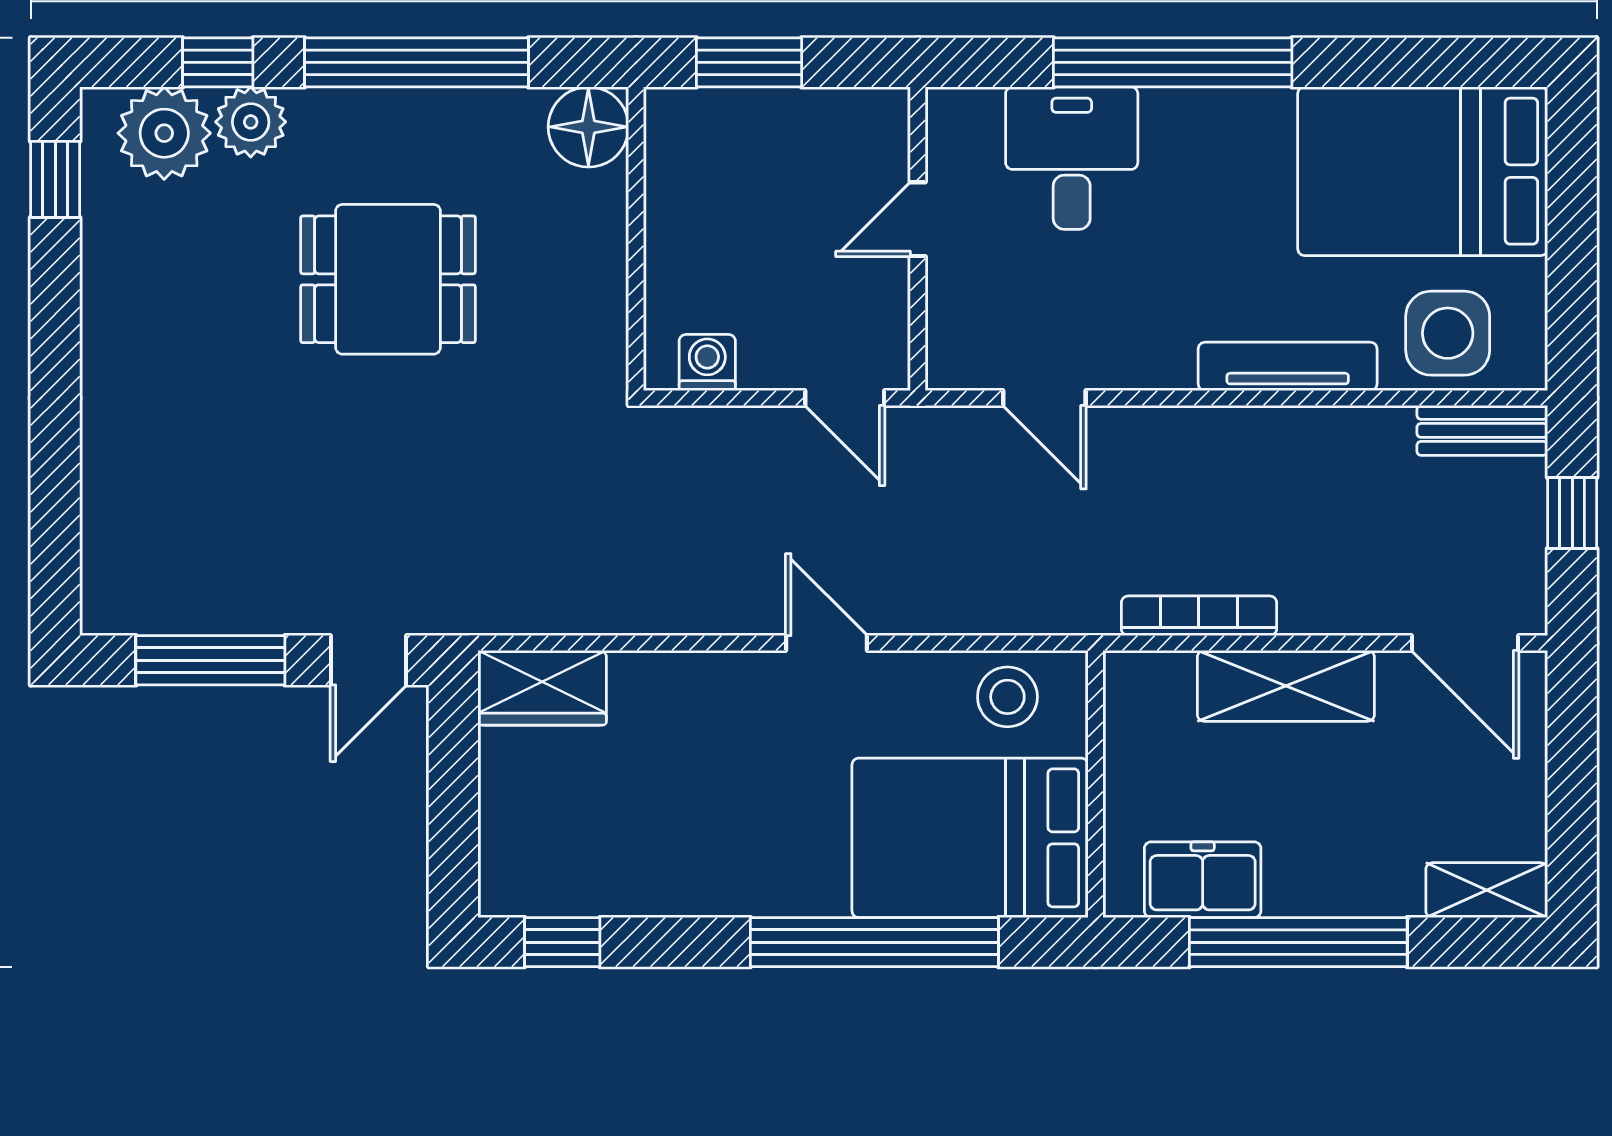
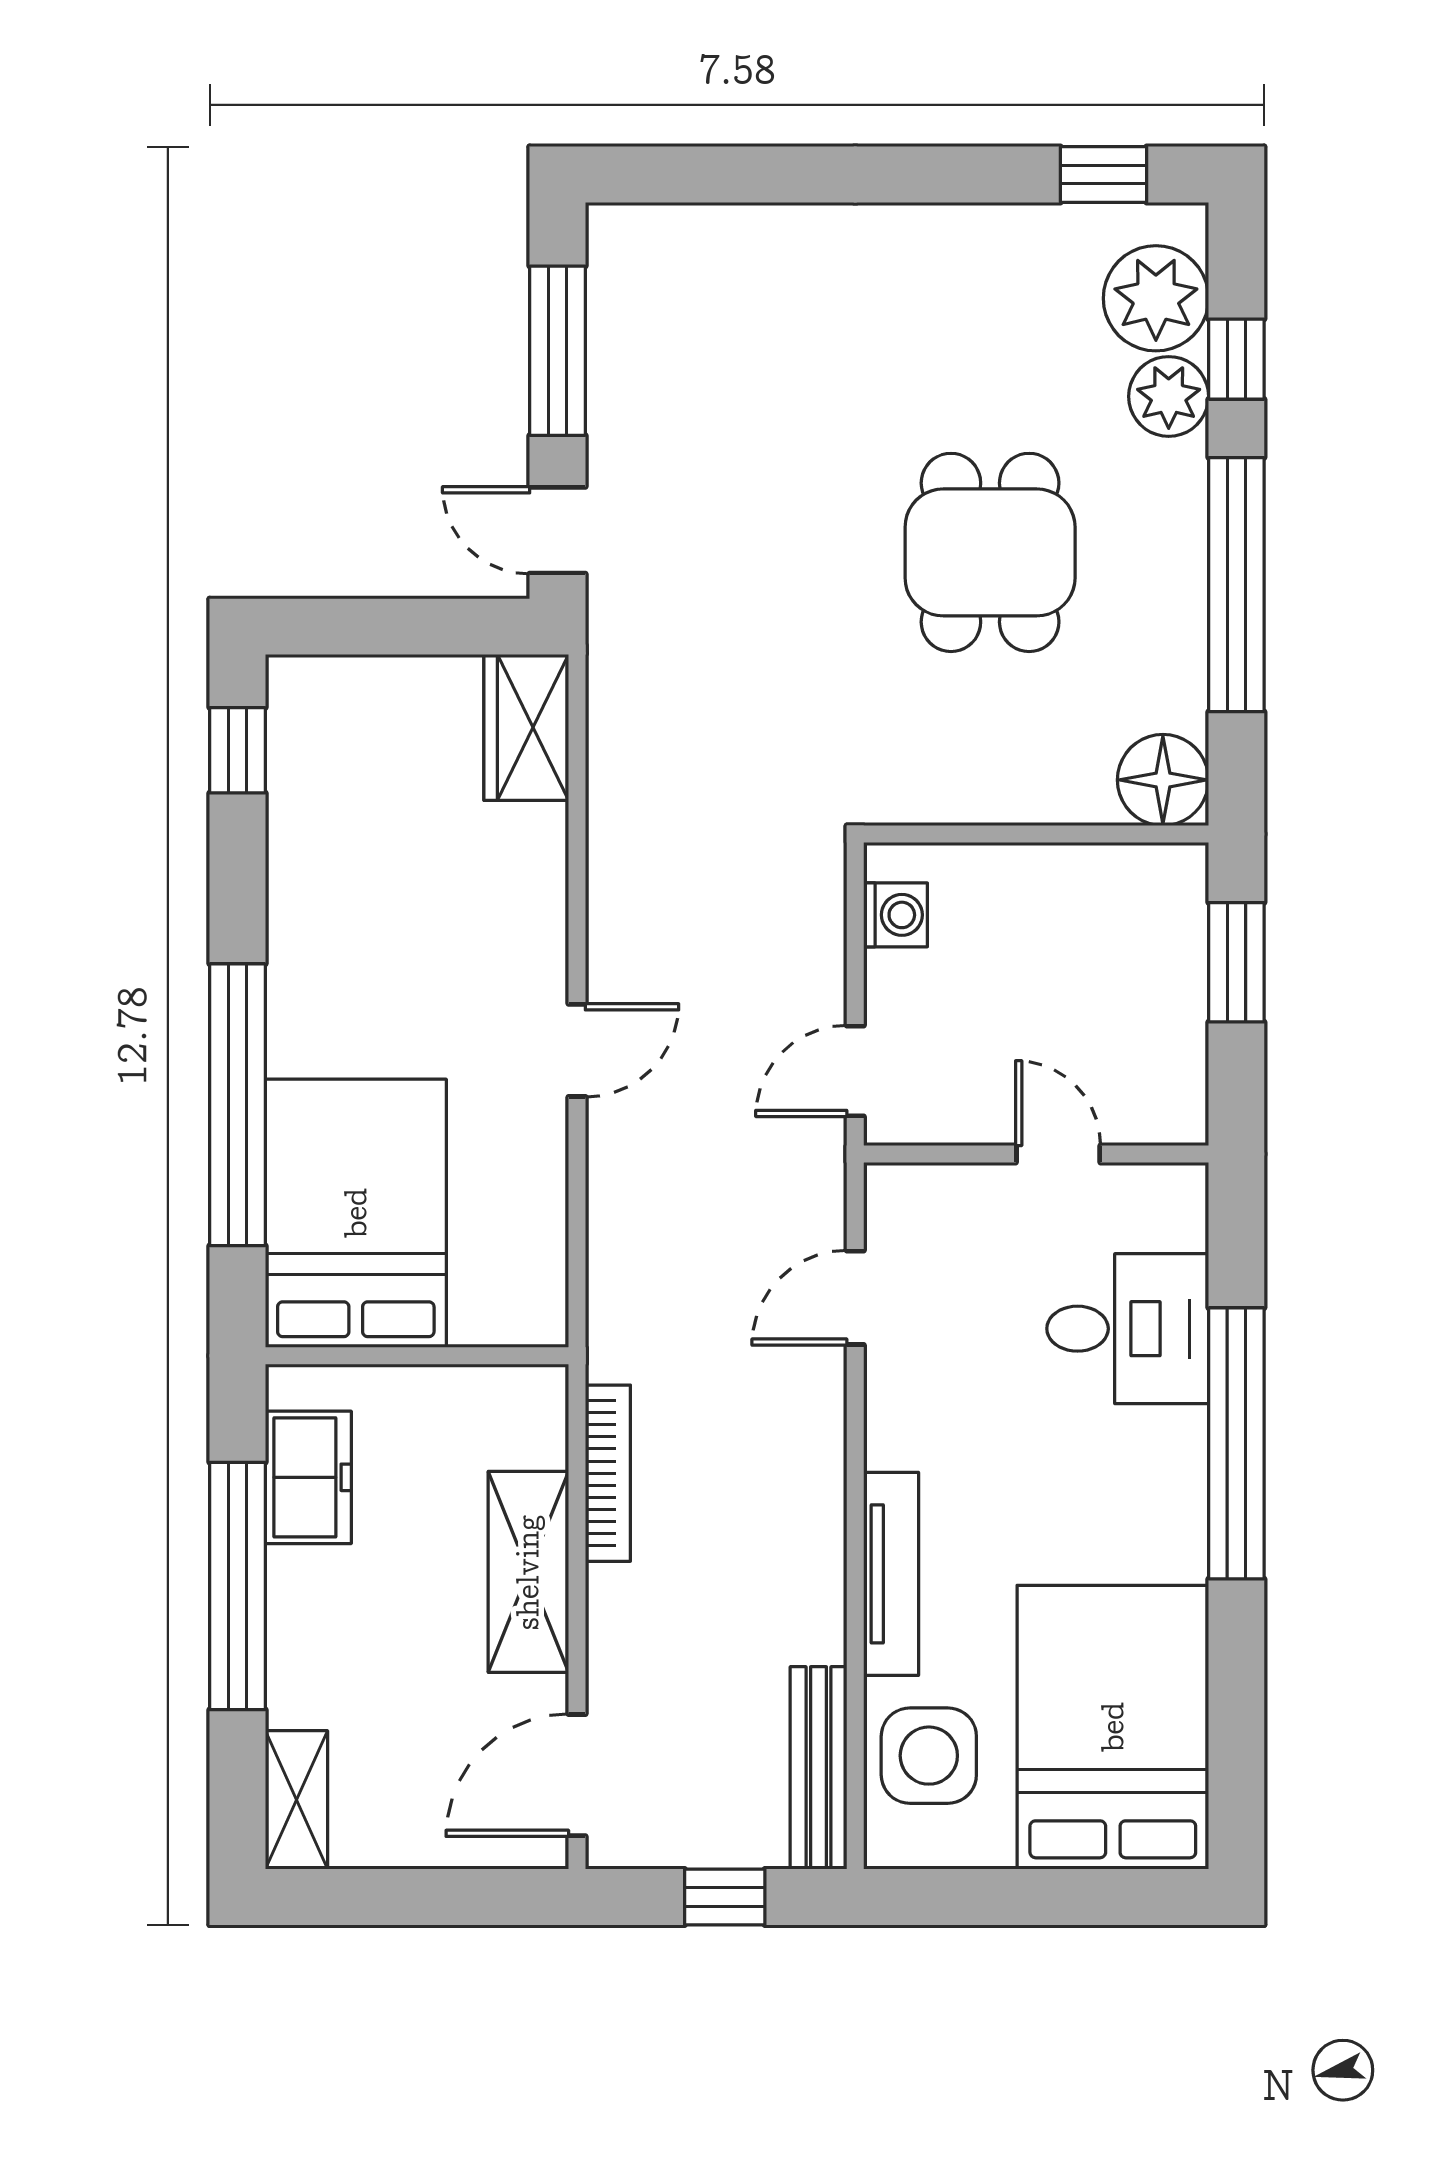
bench: (1482, 430) -> (819, 1768), width x1.36
stool: (1007, 697) -> (516, 1256), removed

